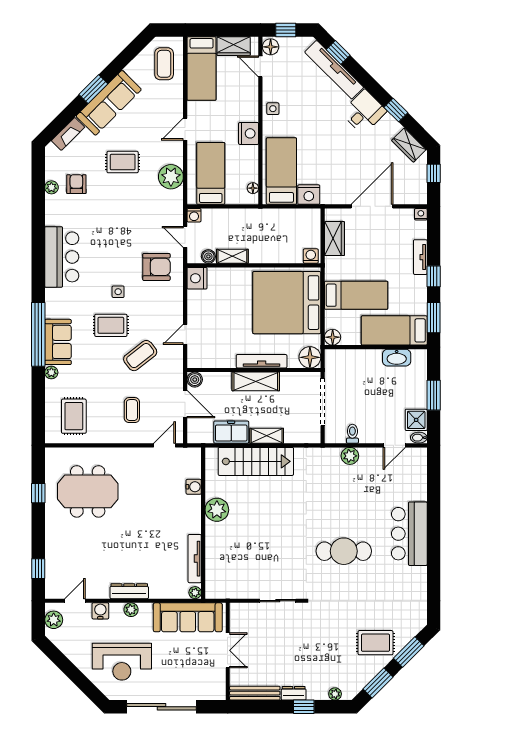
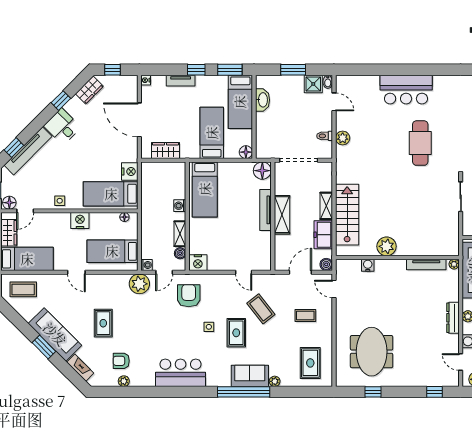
plant: (171, 177) -> (139, 284), moved
washing machine: (311, 256) -> (180, 206), moved
bed: (287, 303) -> (205, 189), width x0.49
boiler: (195, 380) -> (326, 264), moved
rug: (74, 416) -> (310, 363), turned 90

